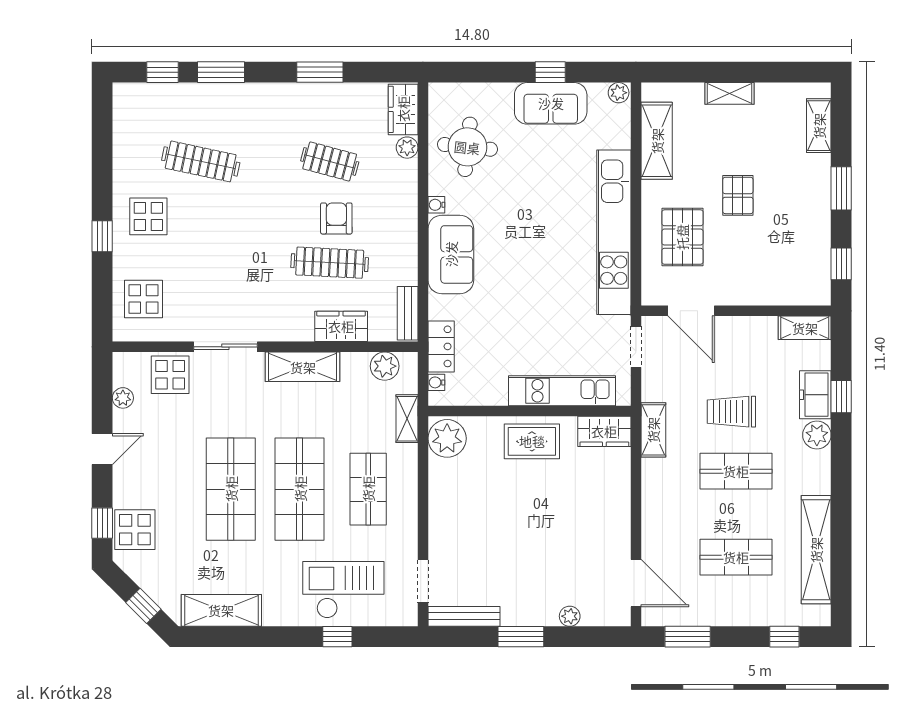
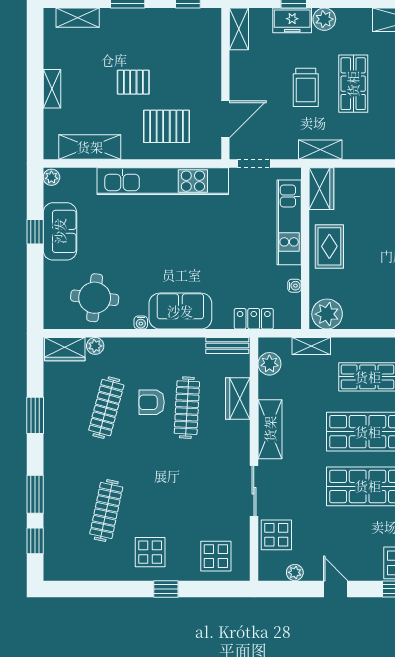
clothes rail: (330, 161) -> (106, 408), width x1.36
water cooler: (436, 382) -> (294, 286), moved, turned -90

